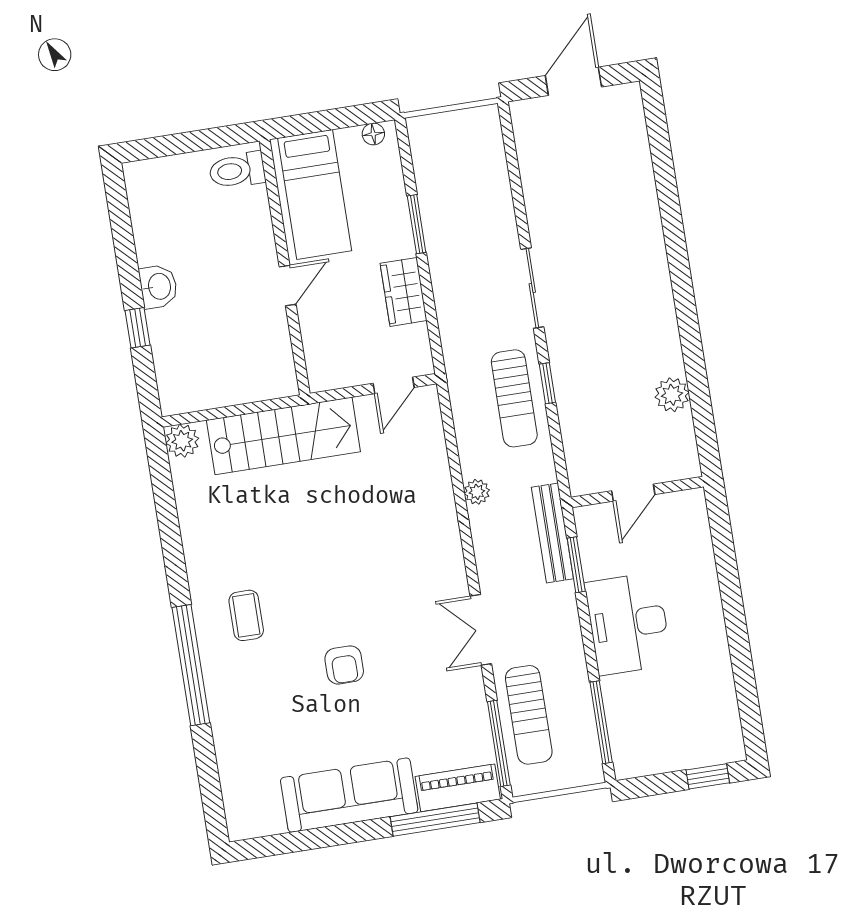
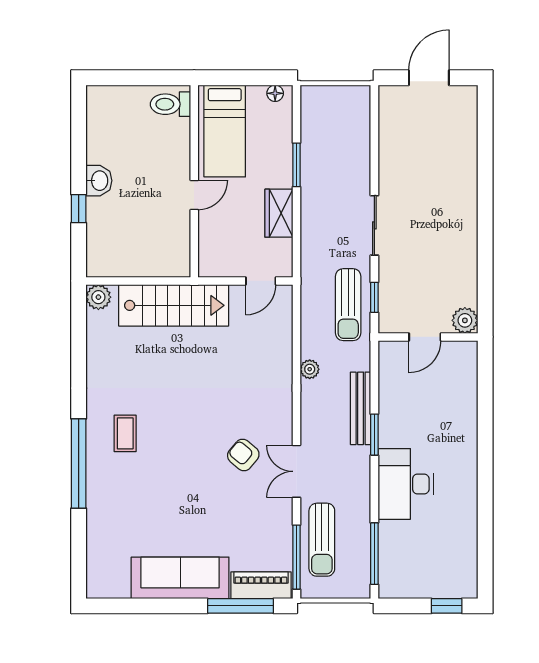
wall: (637, 492) -> (428, 337), moved
door: (633, 493) -> (425, 337), moved
armchair: (344, 665) -> (243, 455), moved, turned 130

